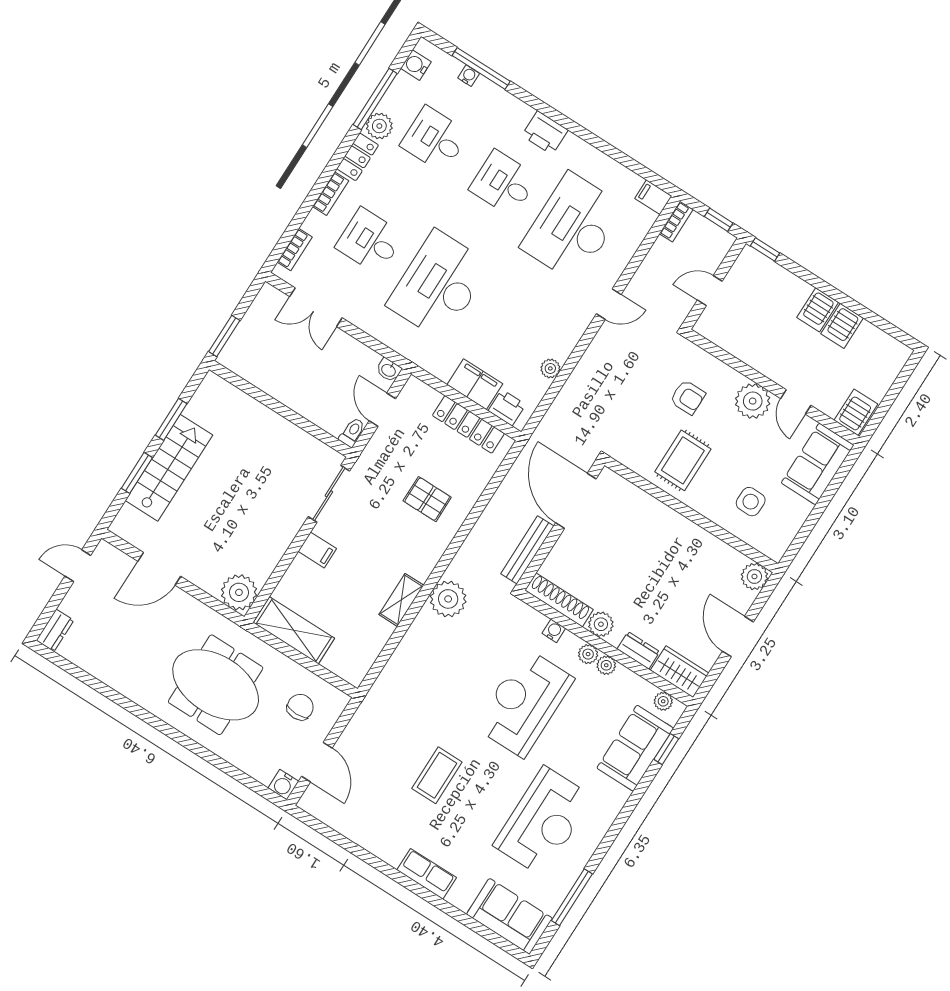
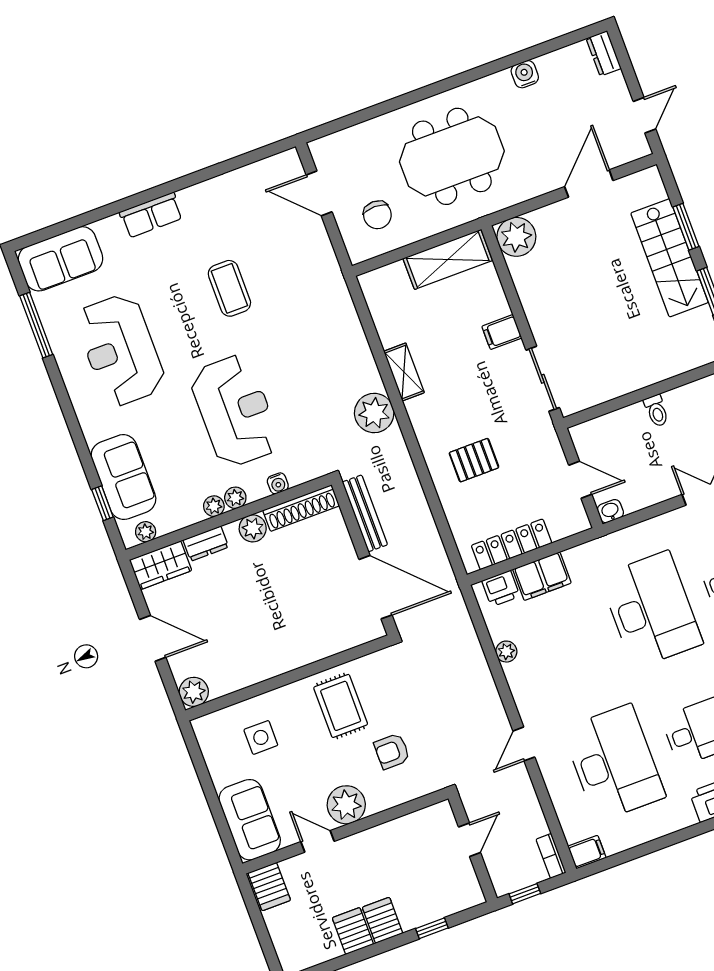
window: (765, 249) -> (432, 928), moved
toilet: (352, 432) -> (656, 411), moved
water cooler: (283, 785) -> (525, 74), moved

